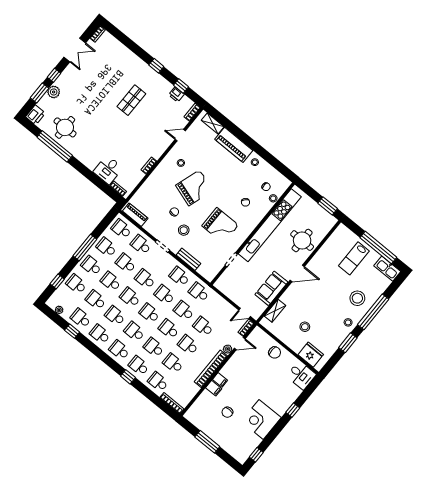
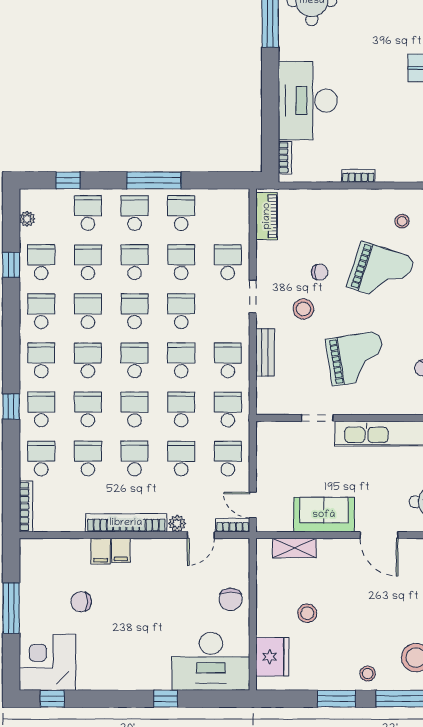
desk: (108, 170) -> (308, 101), width x1.87, depth x1.30
grand piano: (220, 225) -> (356, 359), turned -99
school desk: (122, 229) -> (228, 459), moved
door: (240, 343) -> (201, 535), hinge flipped
desk: (301, 375) -> (211, 661), width x1.87, depth x1.30
corner desk: (261, 419) -> (47, 662), moved

